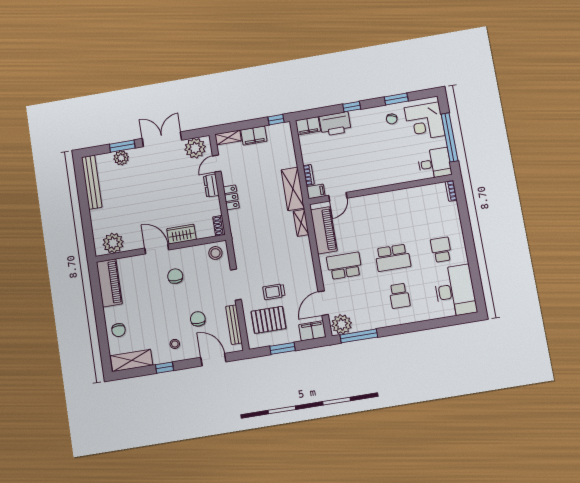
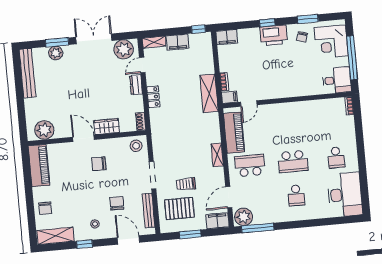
printer: (335, 124) -> (274, 35), moved
shelving: (301, 223) -> (217, 155), moved
school desk: (441, 250) -> (336, 157), turned 180
chair: (175, 276) -> (99, 164), turned -90

